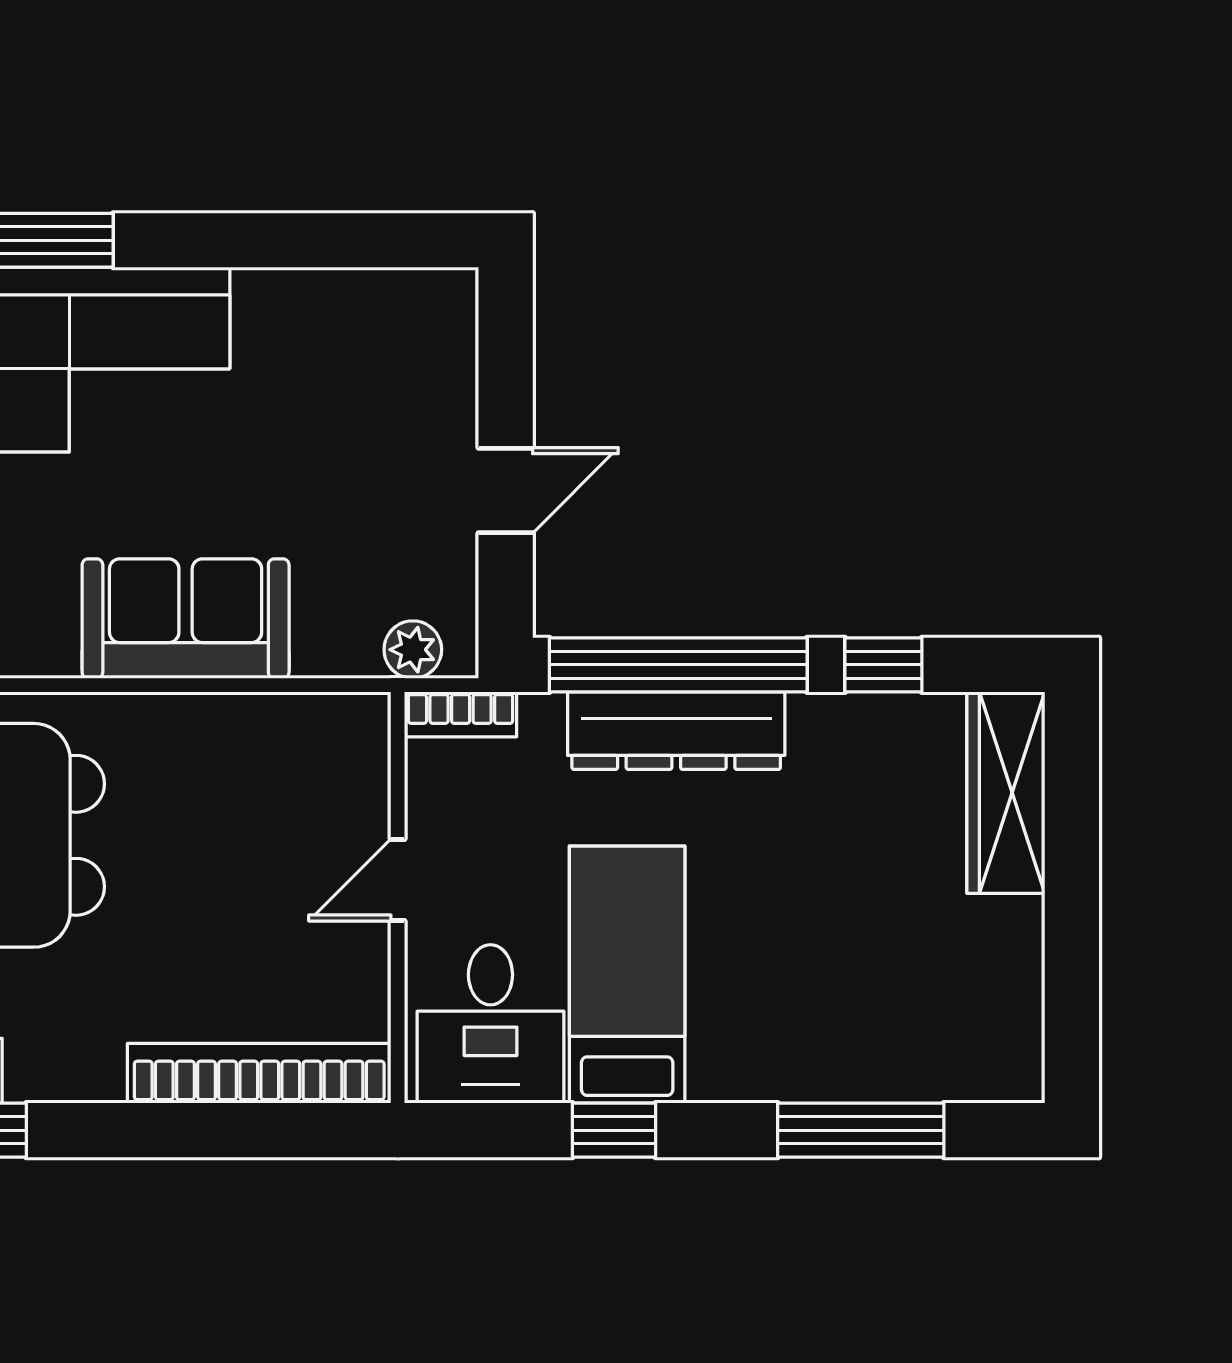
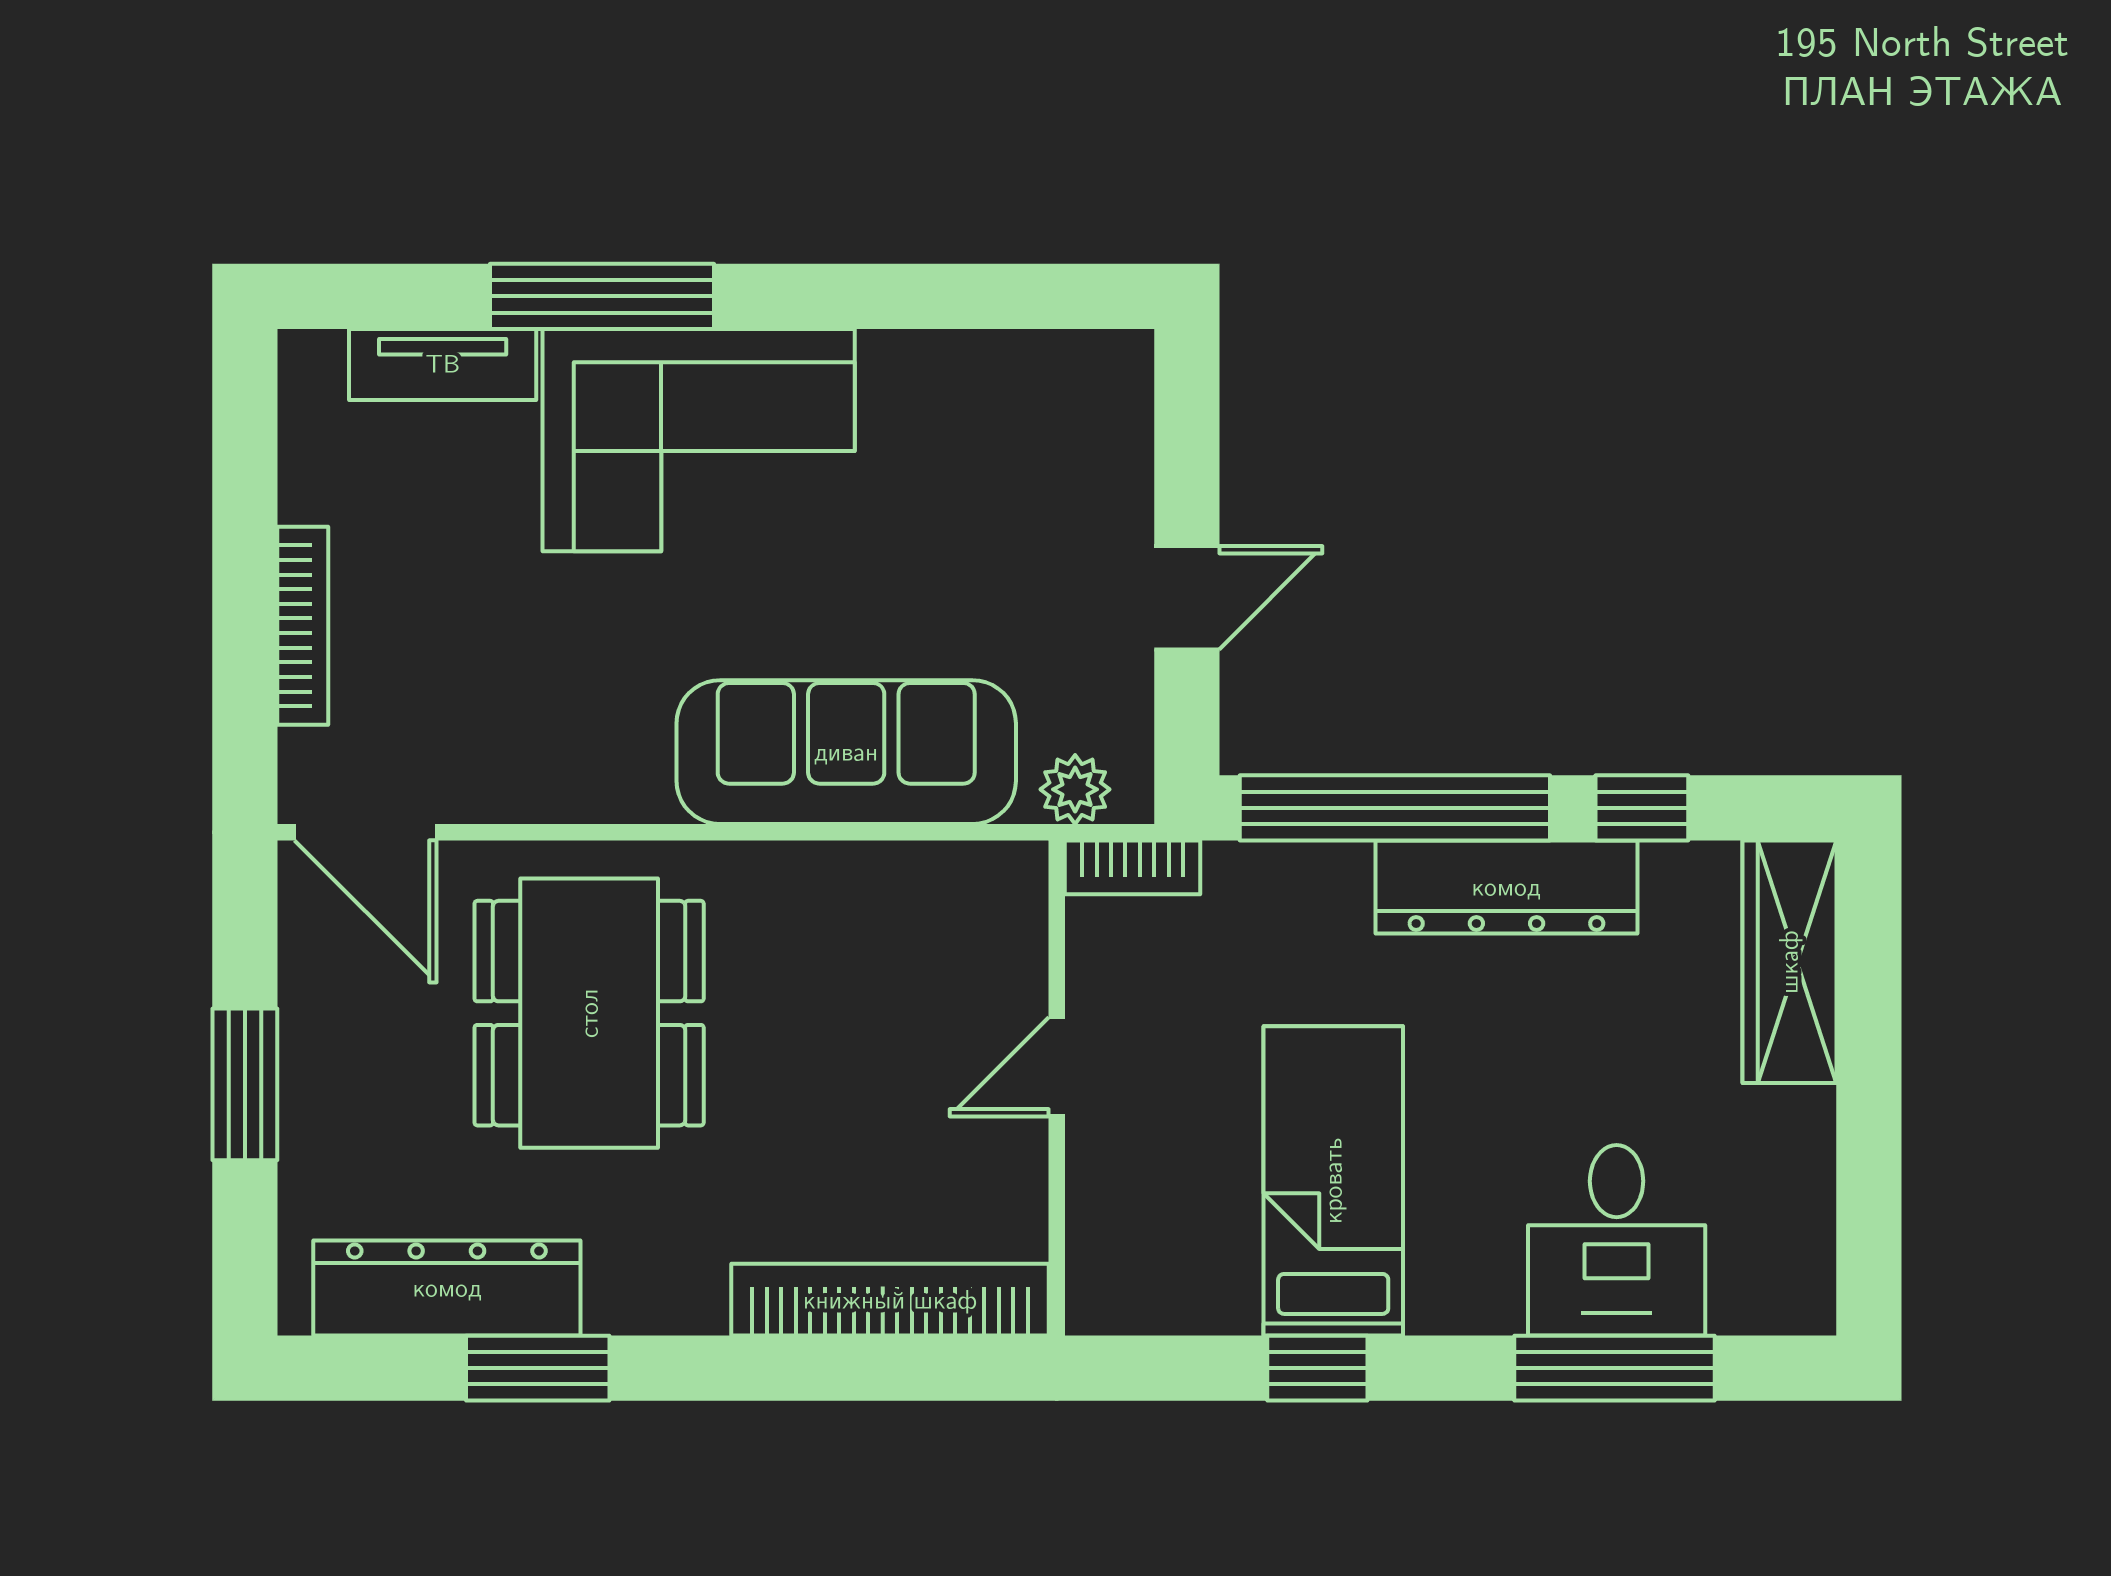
sofa: (186, 619) -> (846, 752), width x1.36
dresser: (676, 731) -> (1506, 887), moved
desk: (490, 1024) -> (1617, 1240), moved

